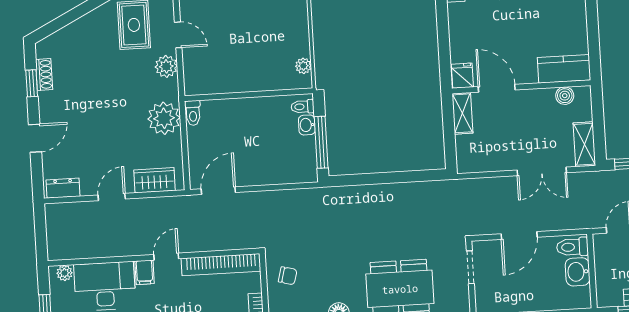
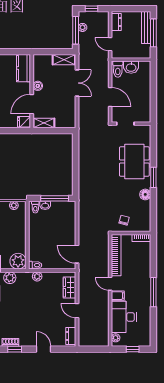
plant: (198, 80) -> (18, 261), added
boiler: (565, 96) -> (38, 86), moved
plant: (164, 118) -> (37, 276), width x0.53, depth x0.53

